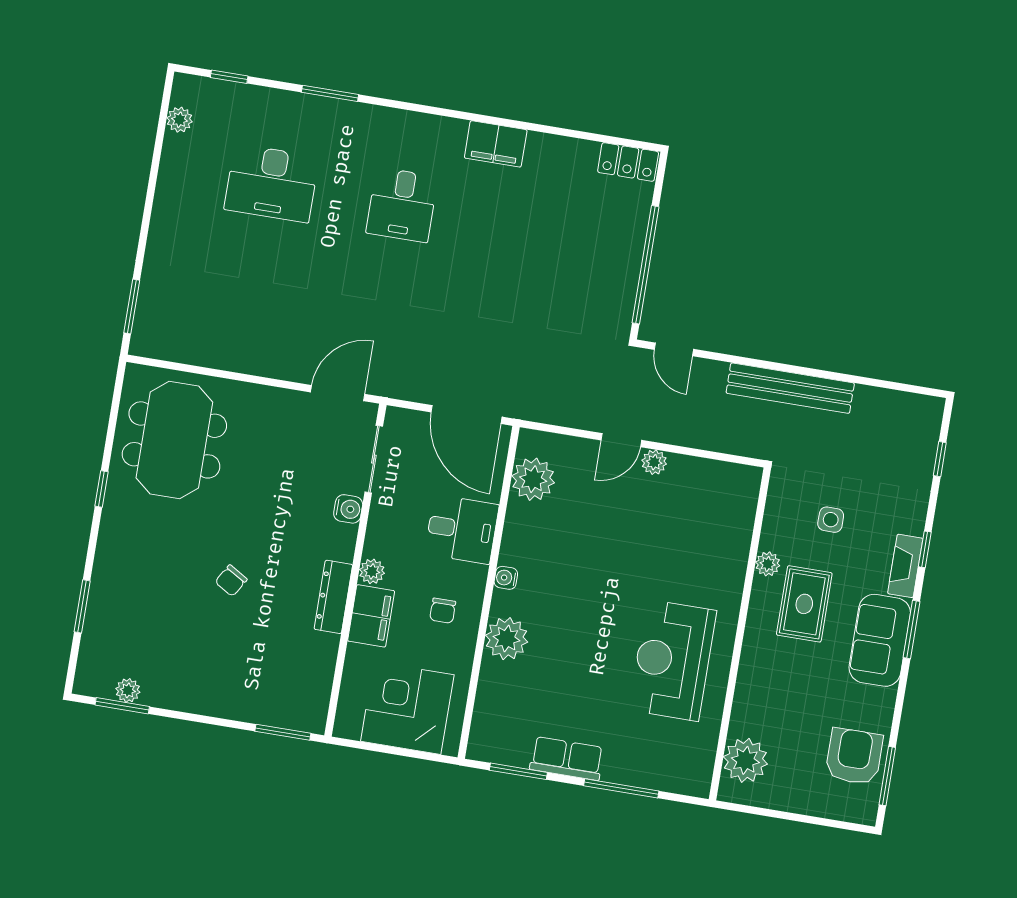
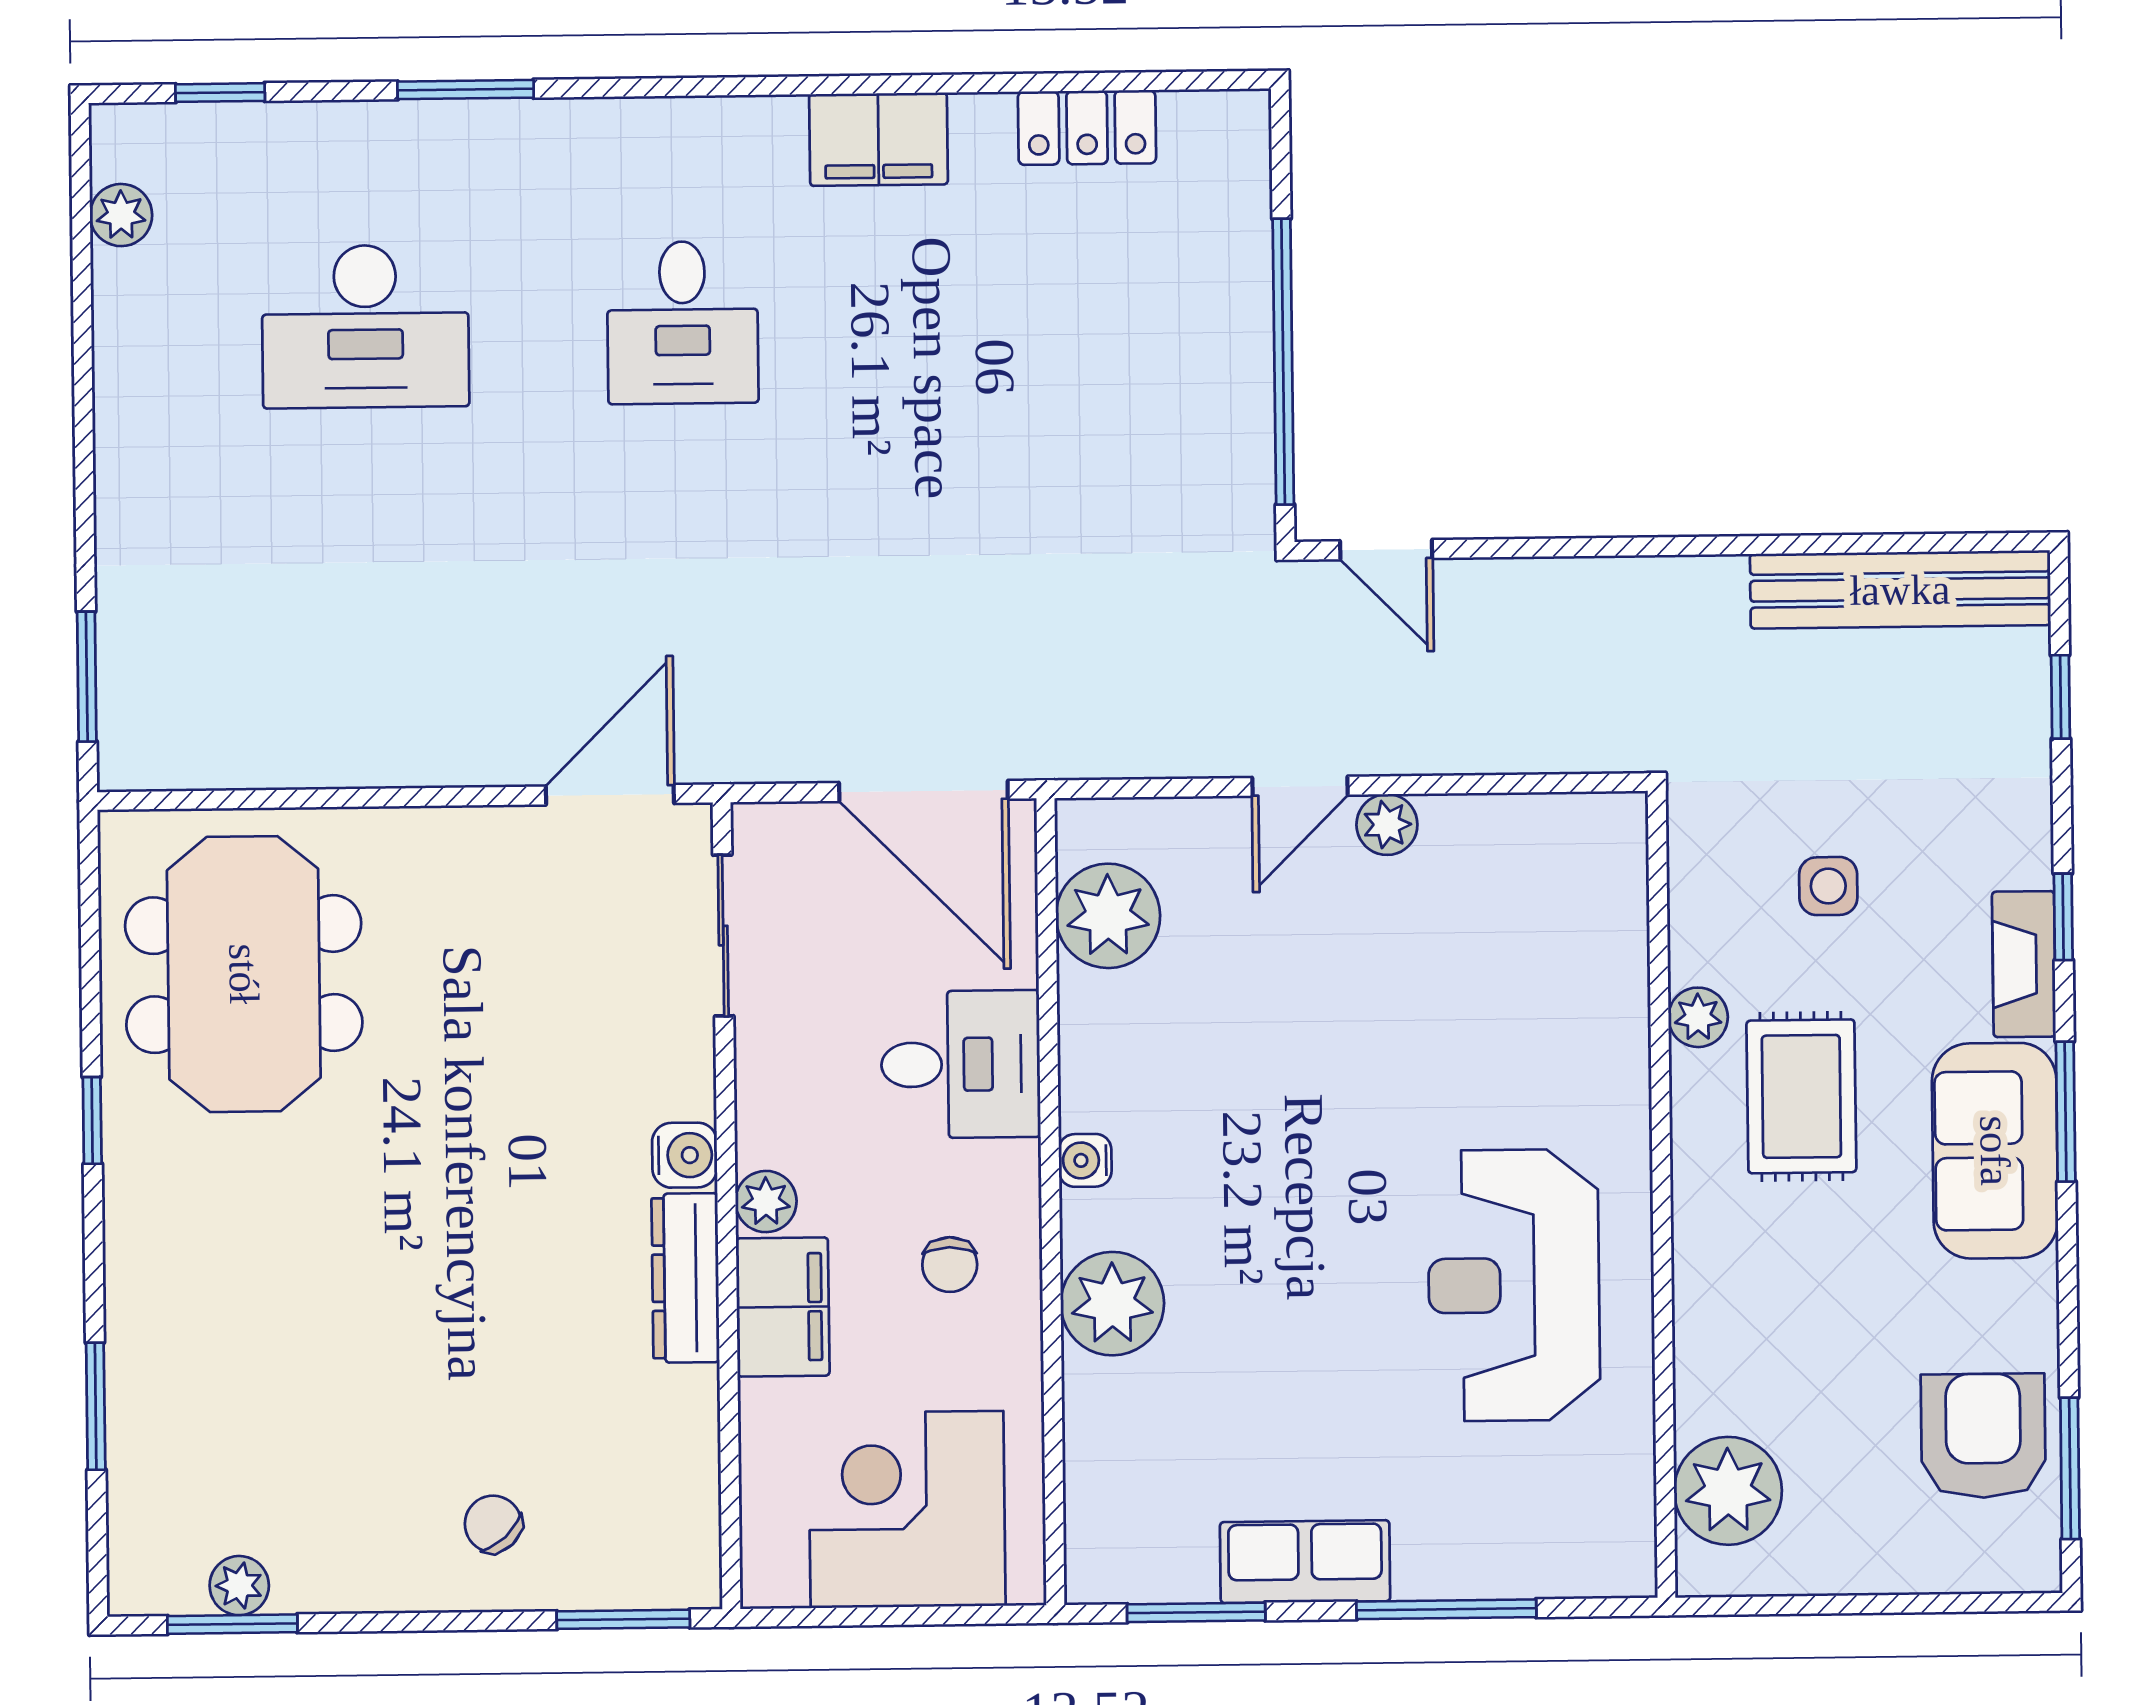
locker: (628, 162) -> (1087, 127), moved
bench: (790, 388) -> (1900, 590), moved
water cooler: (348, 509) -> (685, 1155), moved
chair: (231, 581) -> (493, 1524), moved, turned 106

